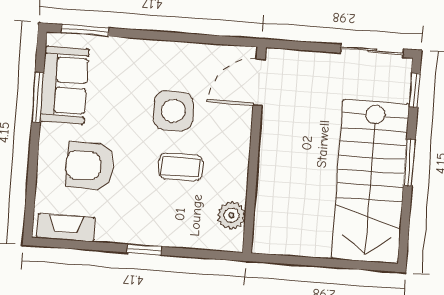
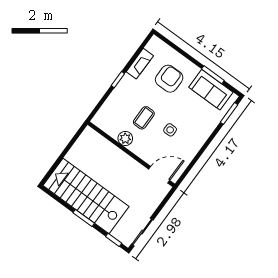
door: (259, 82) -> (159, 175), hinge flipped
side table: (173, 111) -> (170, 130), width x0.54, depth x0.54
plant: (231, 215) -> (125, 138), moved
fireplace: (66, 228) -> (140, 64), moved

